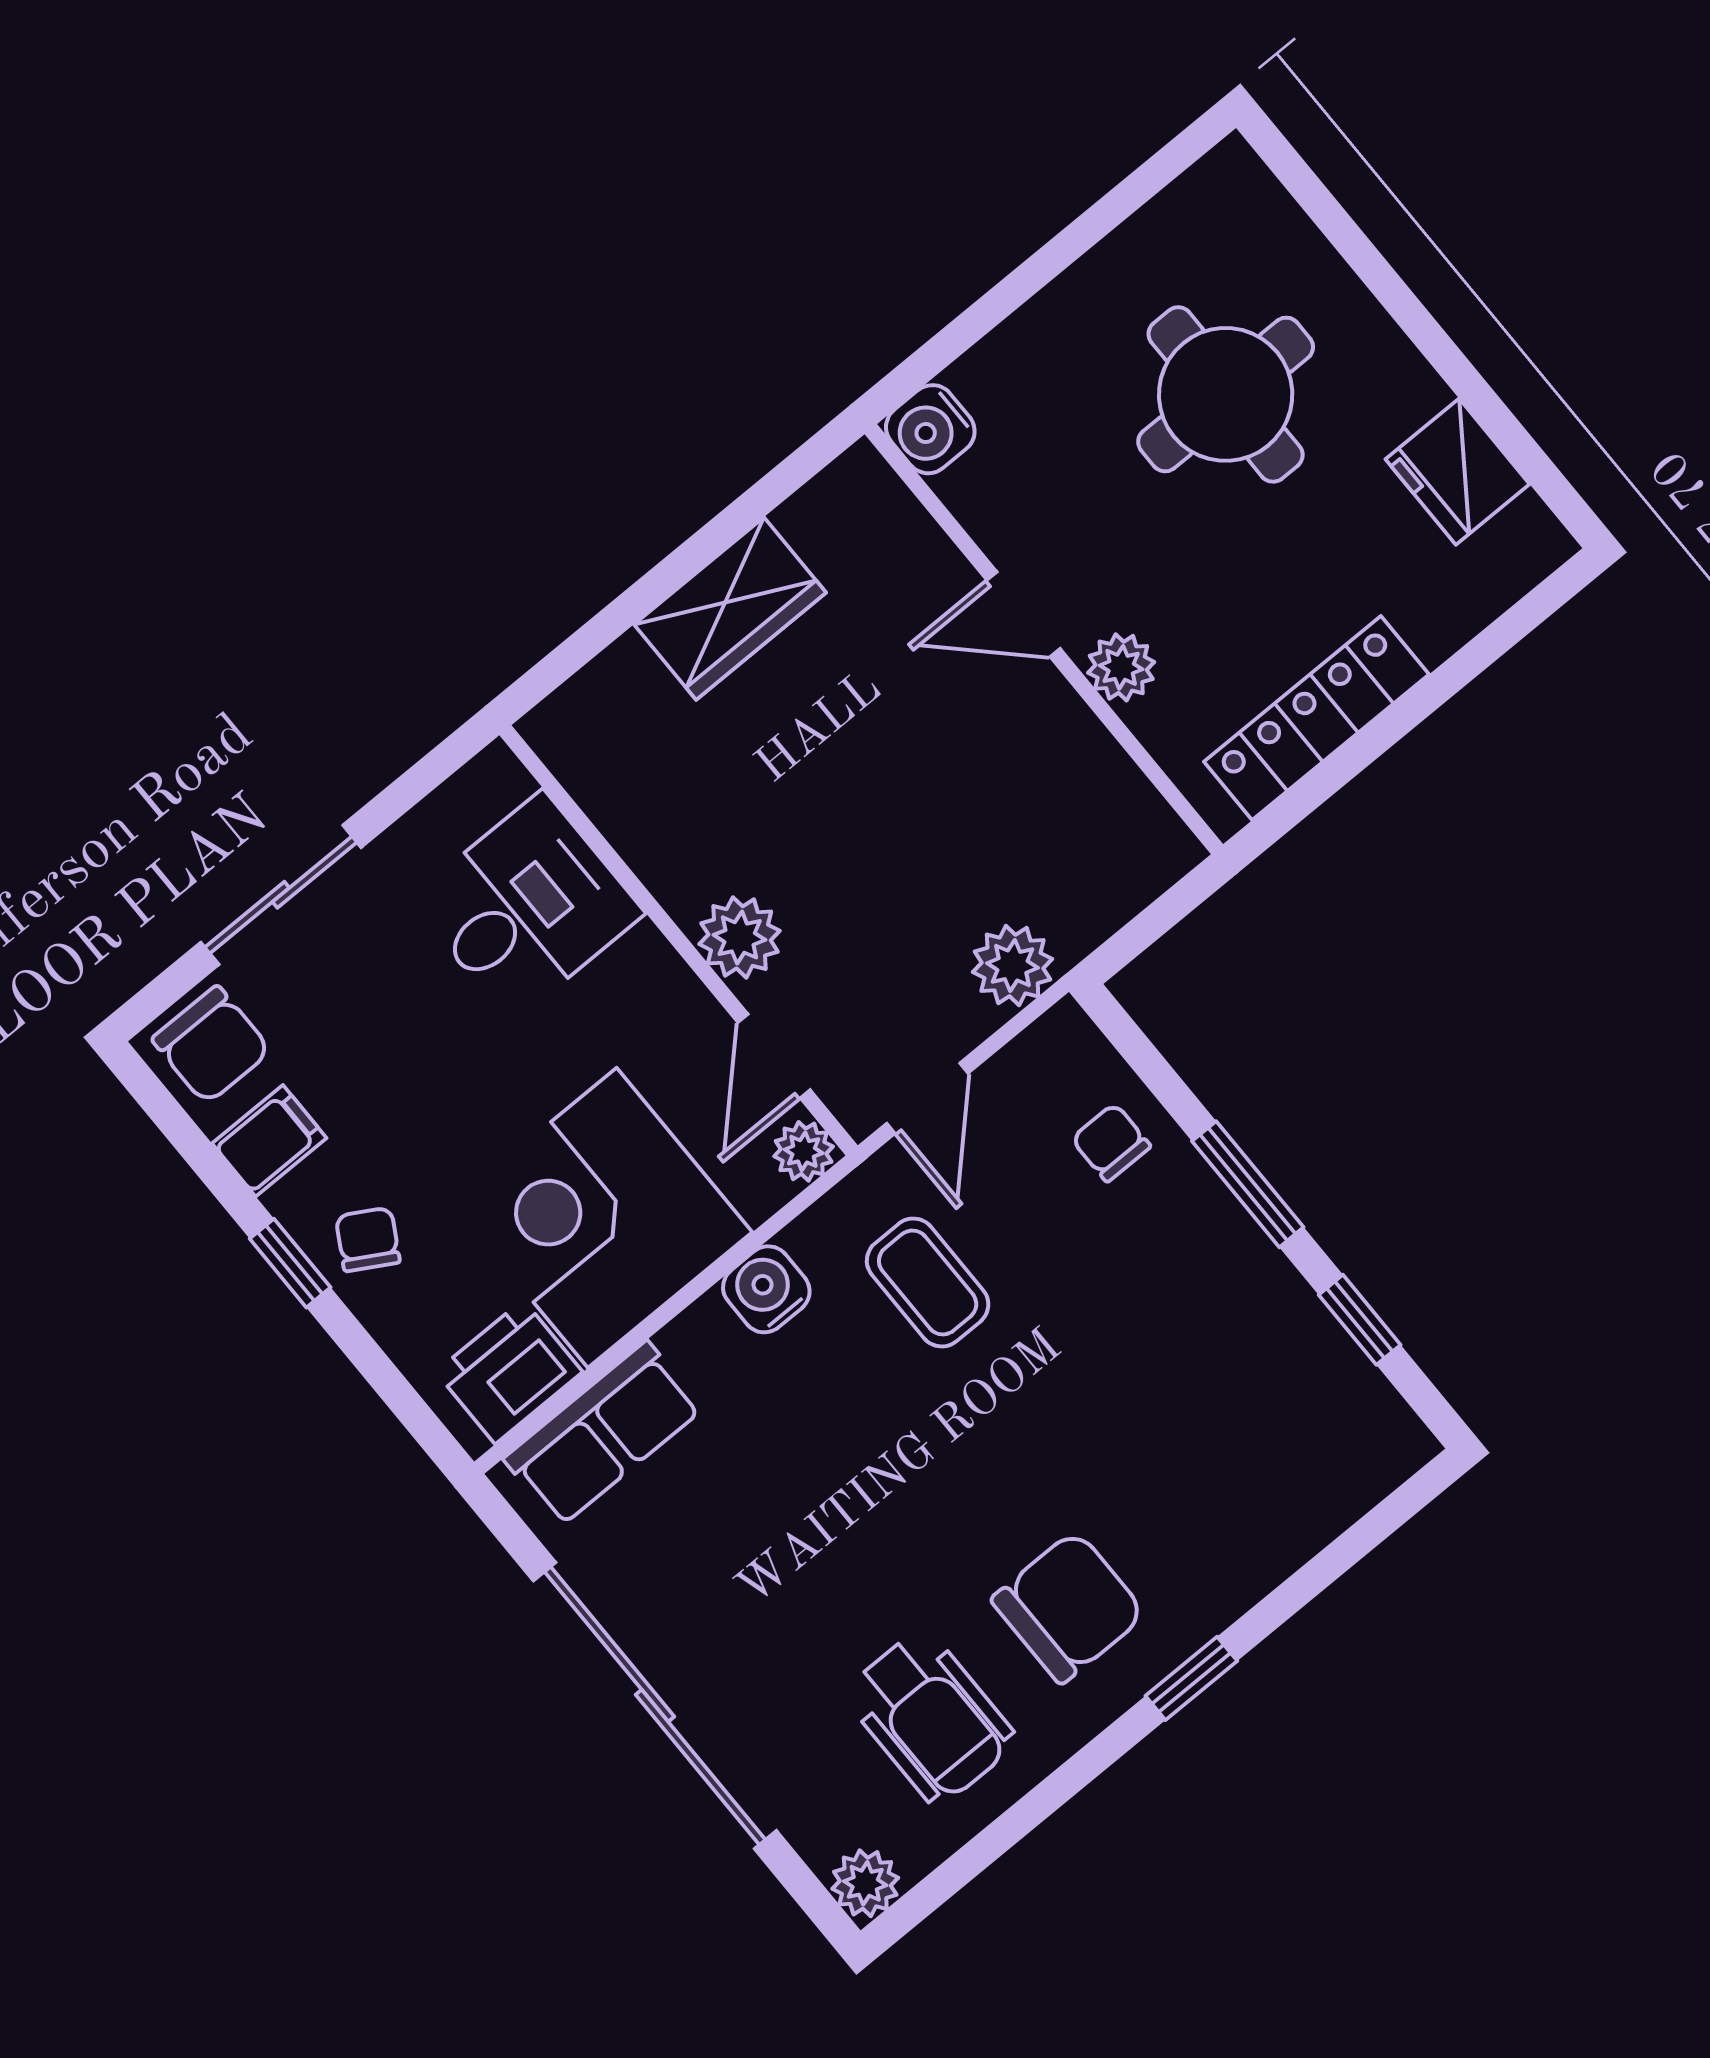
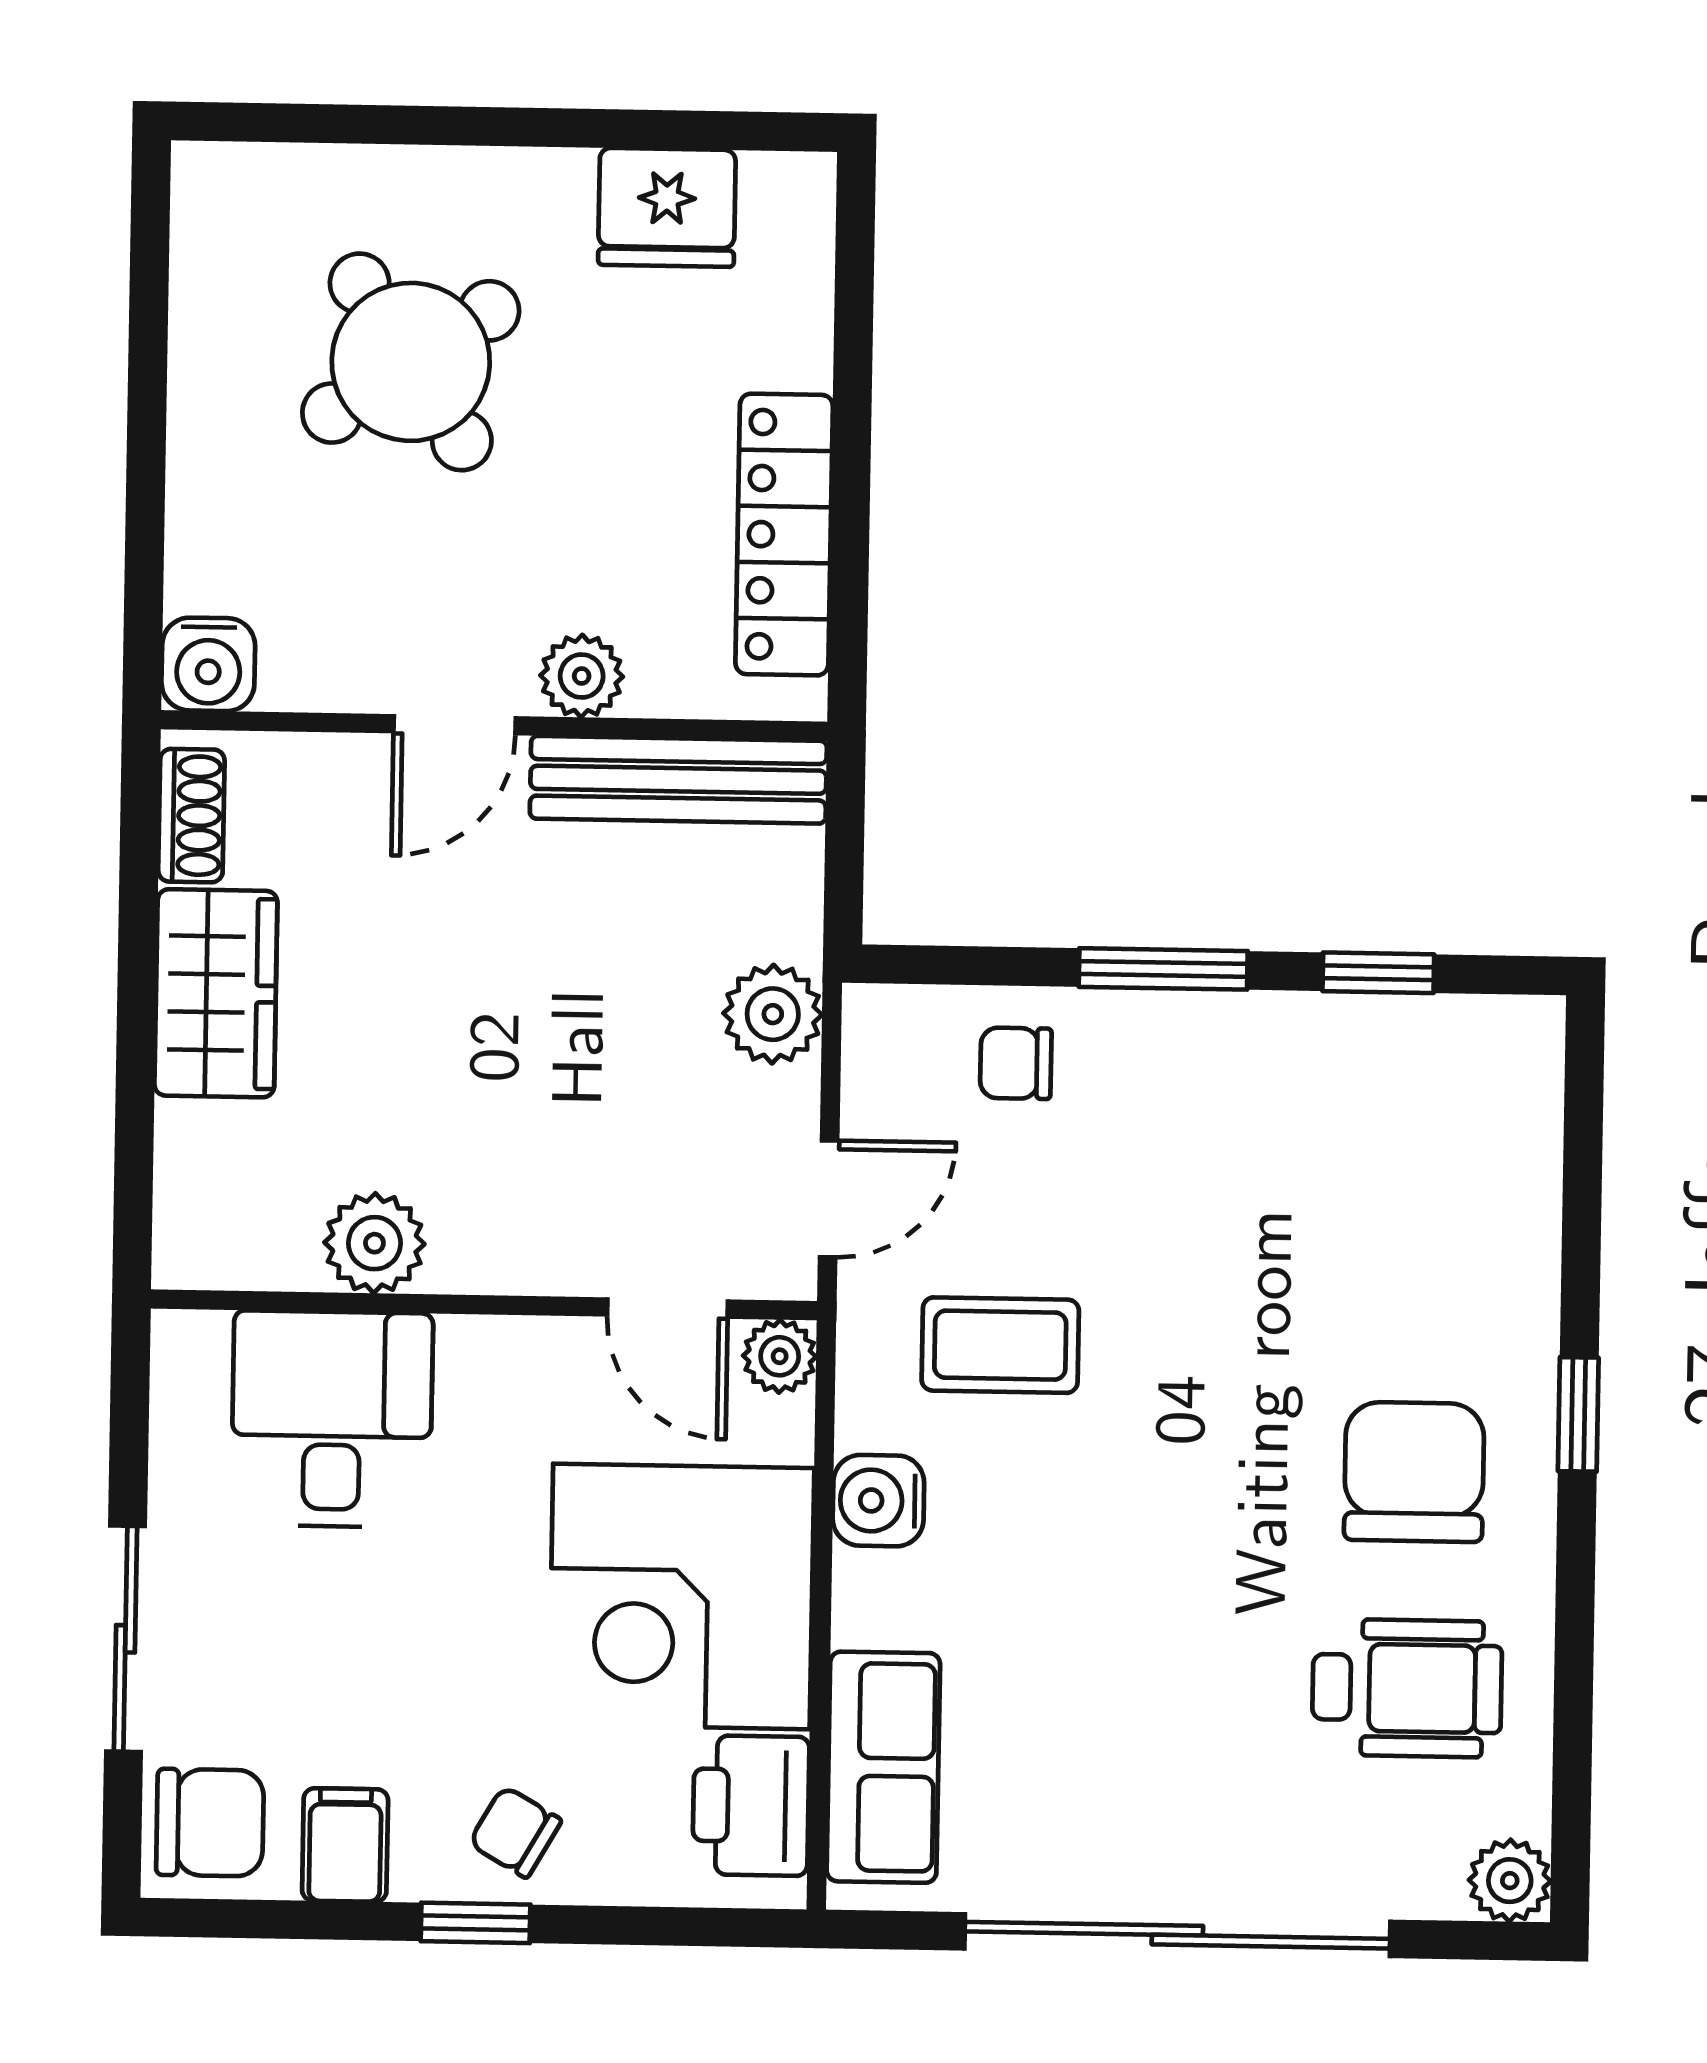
round table: (1226, 394) -> (411, 362), turned -34
shoe rack: (827, 499) -> (191, 816), added
bench: (1108, 782) -> (678, 780), added
plant: (740, 937) -> (374, 1243), moved
door: (927, 1098) -> (829, 1199), hinge flipped

